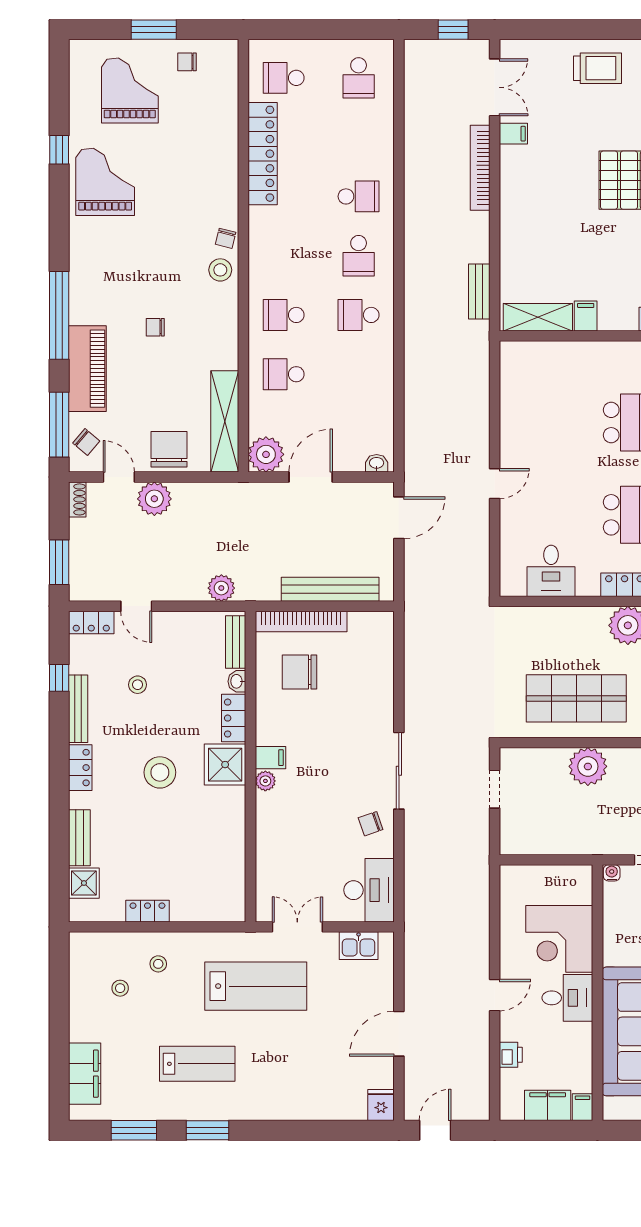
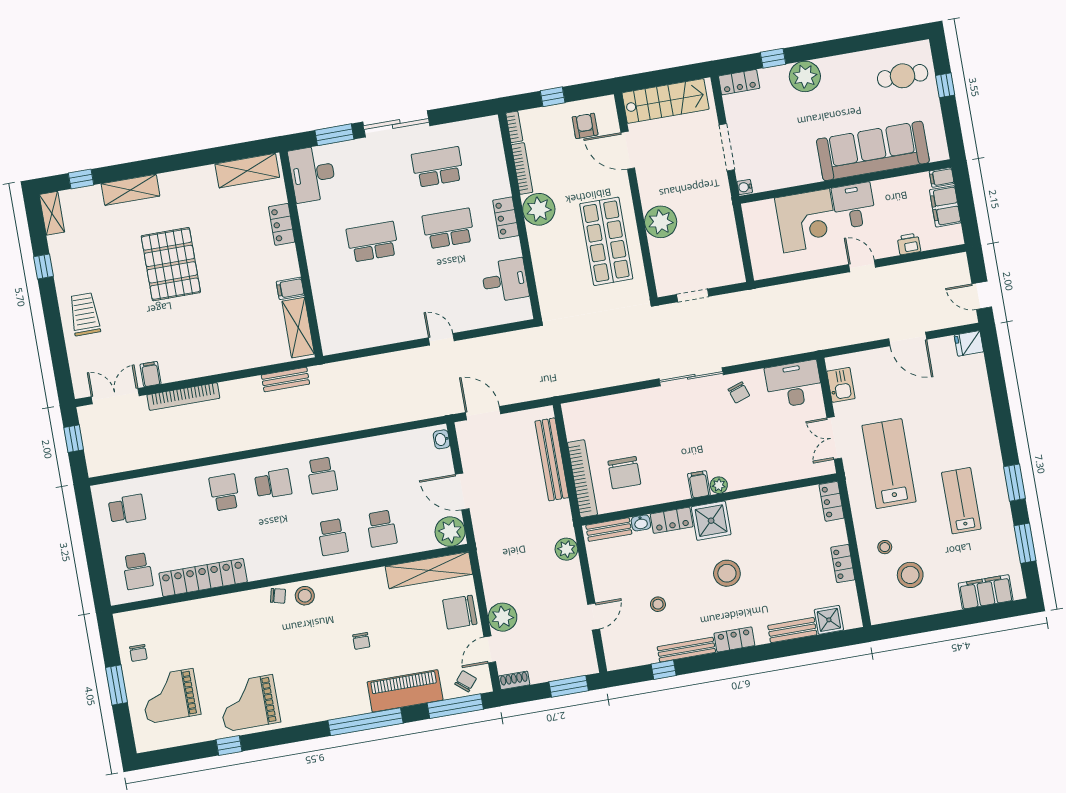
locker: (91, 622) -> (832, 501), moved, turned 180
stool: (120, 988) -> (910, 575), width x1.89, depth x1.89

